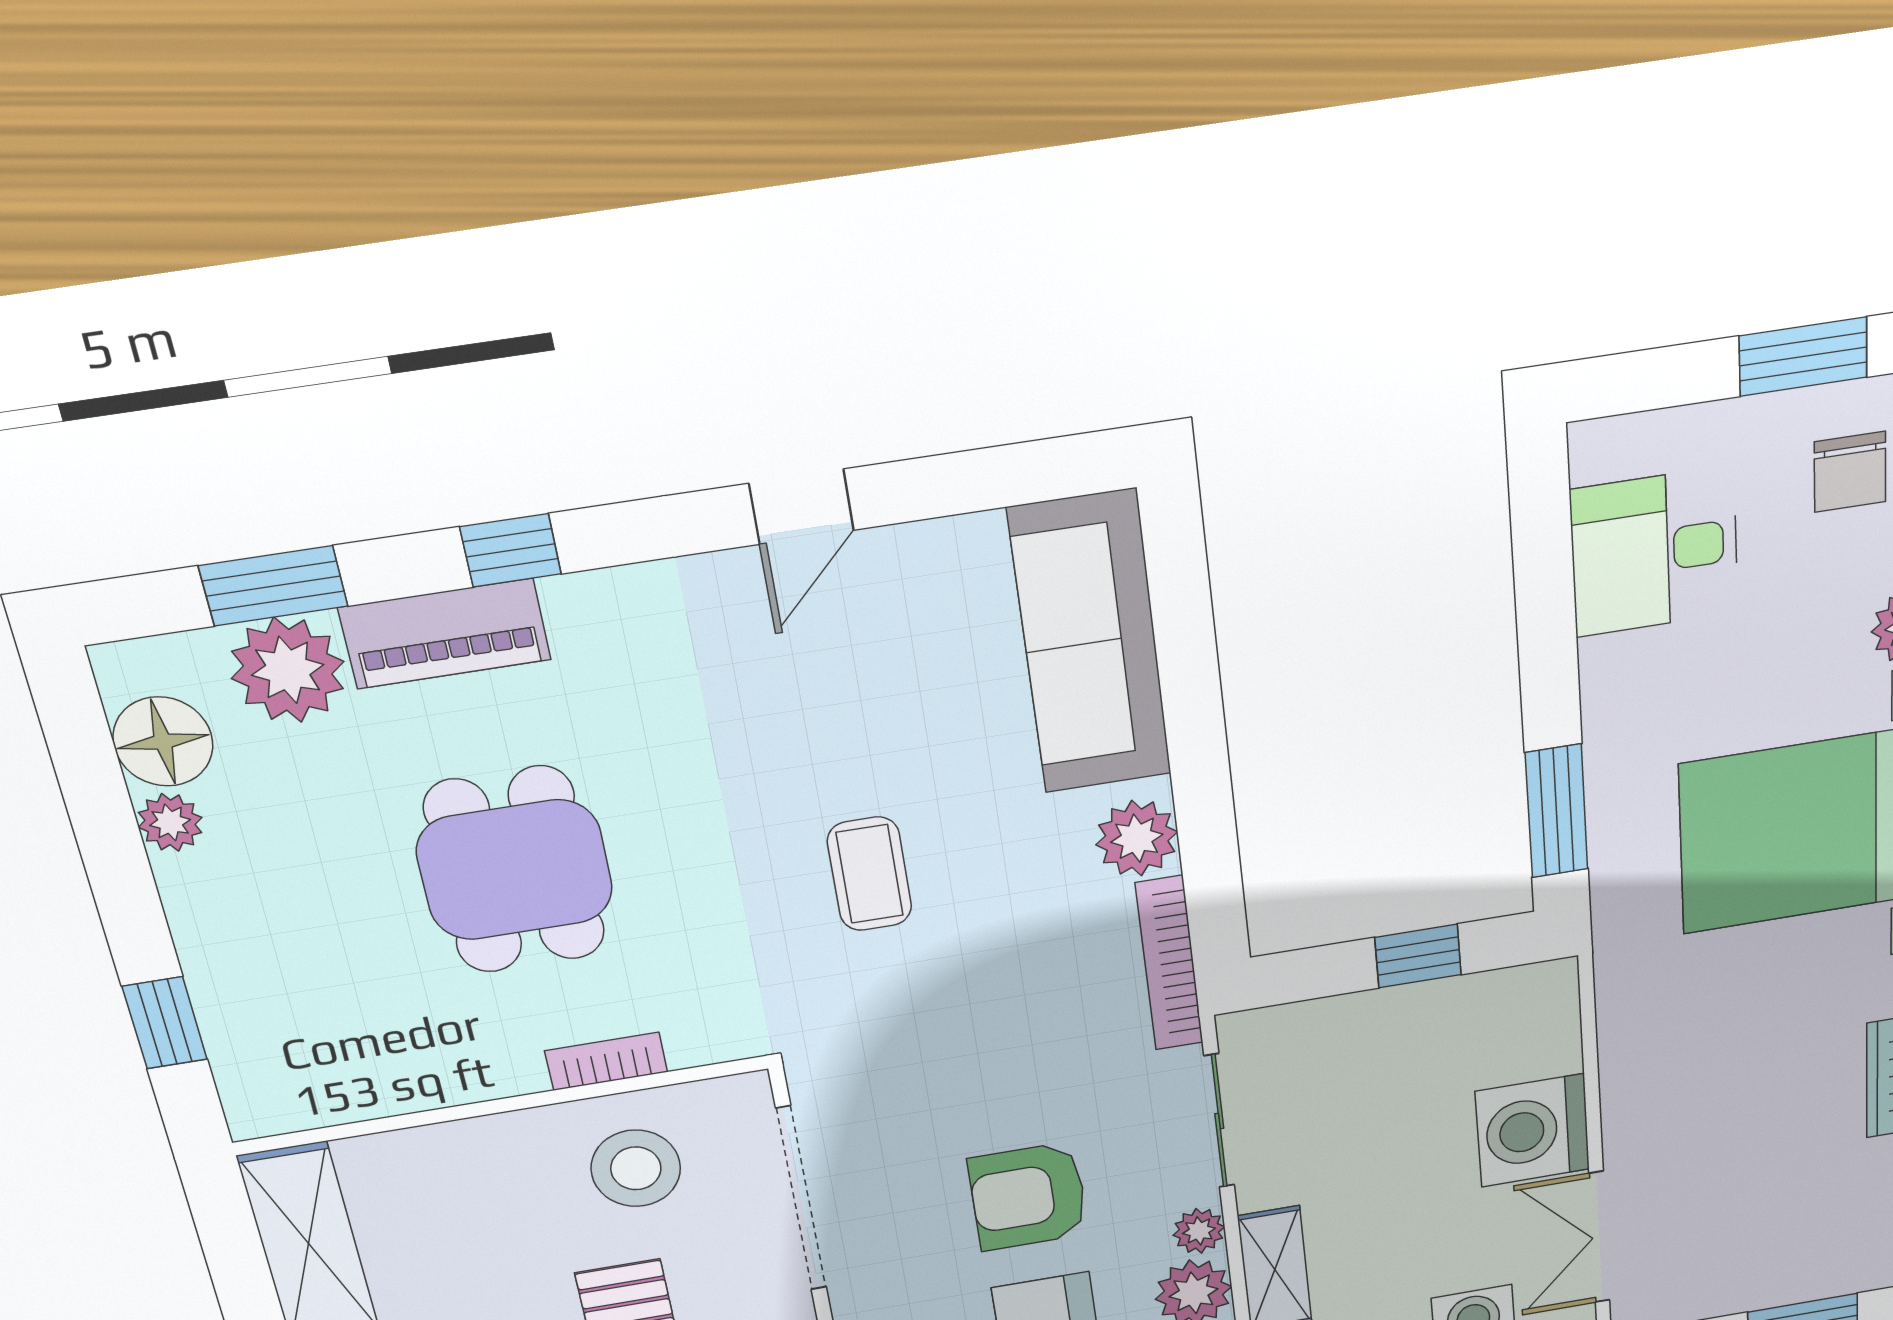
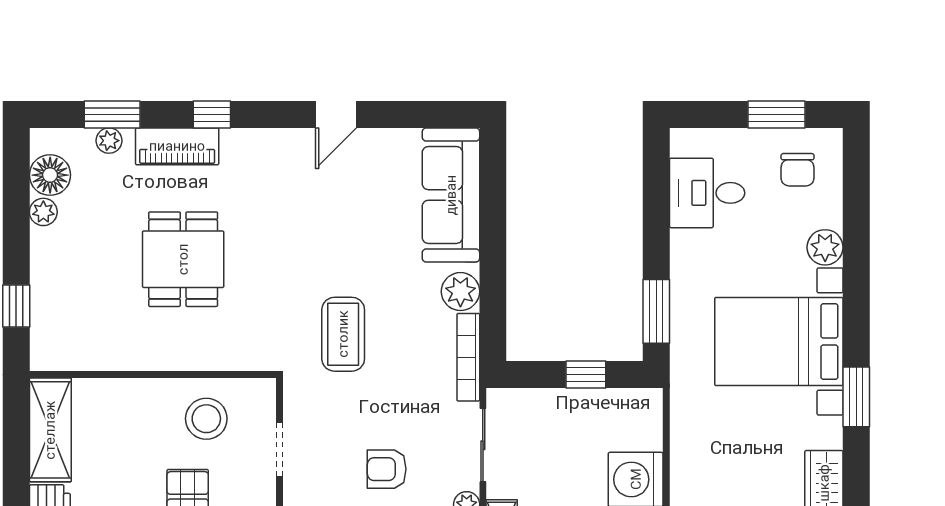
plant: (288, 670) -> (109, 141), width x0.53, depth x0.53
coffee table: (870, 874) -> (343, 334), moved, width x1.36, depth x1.30
bookcase: (606, 1061) -> (204, 361), removed
armchair: (1028, 1196) -> (387, 469), width x0.72, depth x0.72
doorway: (801, 1199) -> (280, 450), width x0.53

